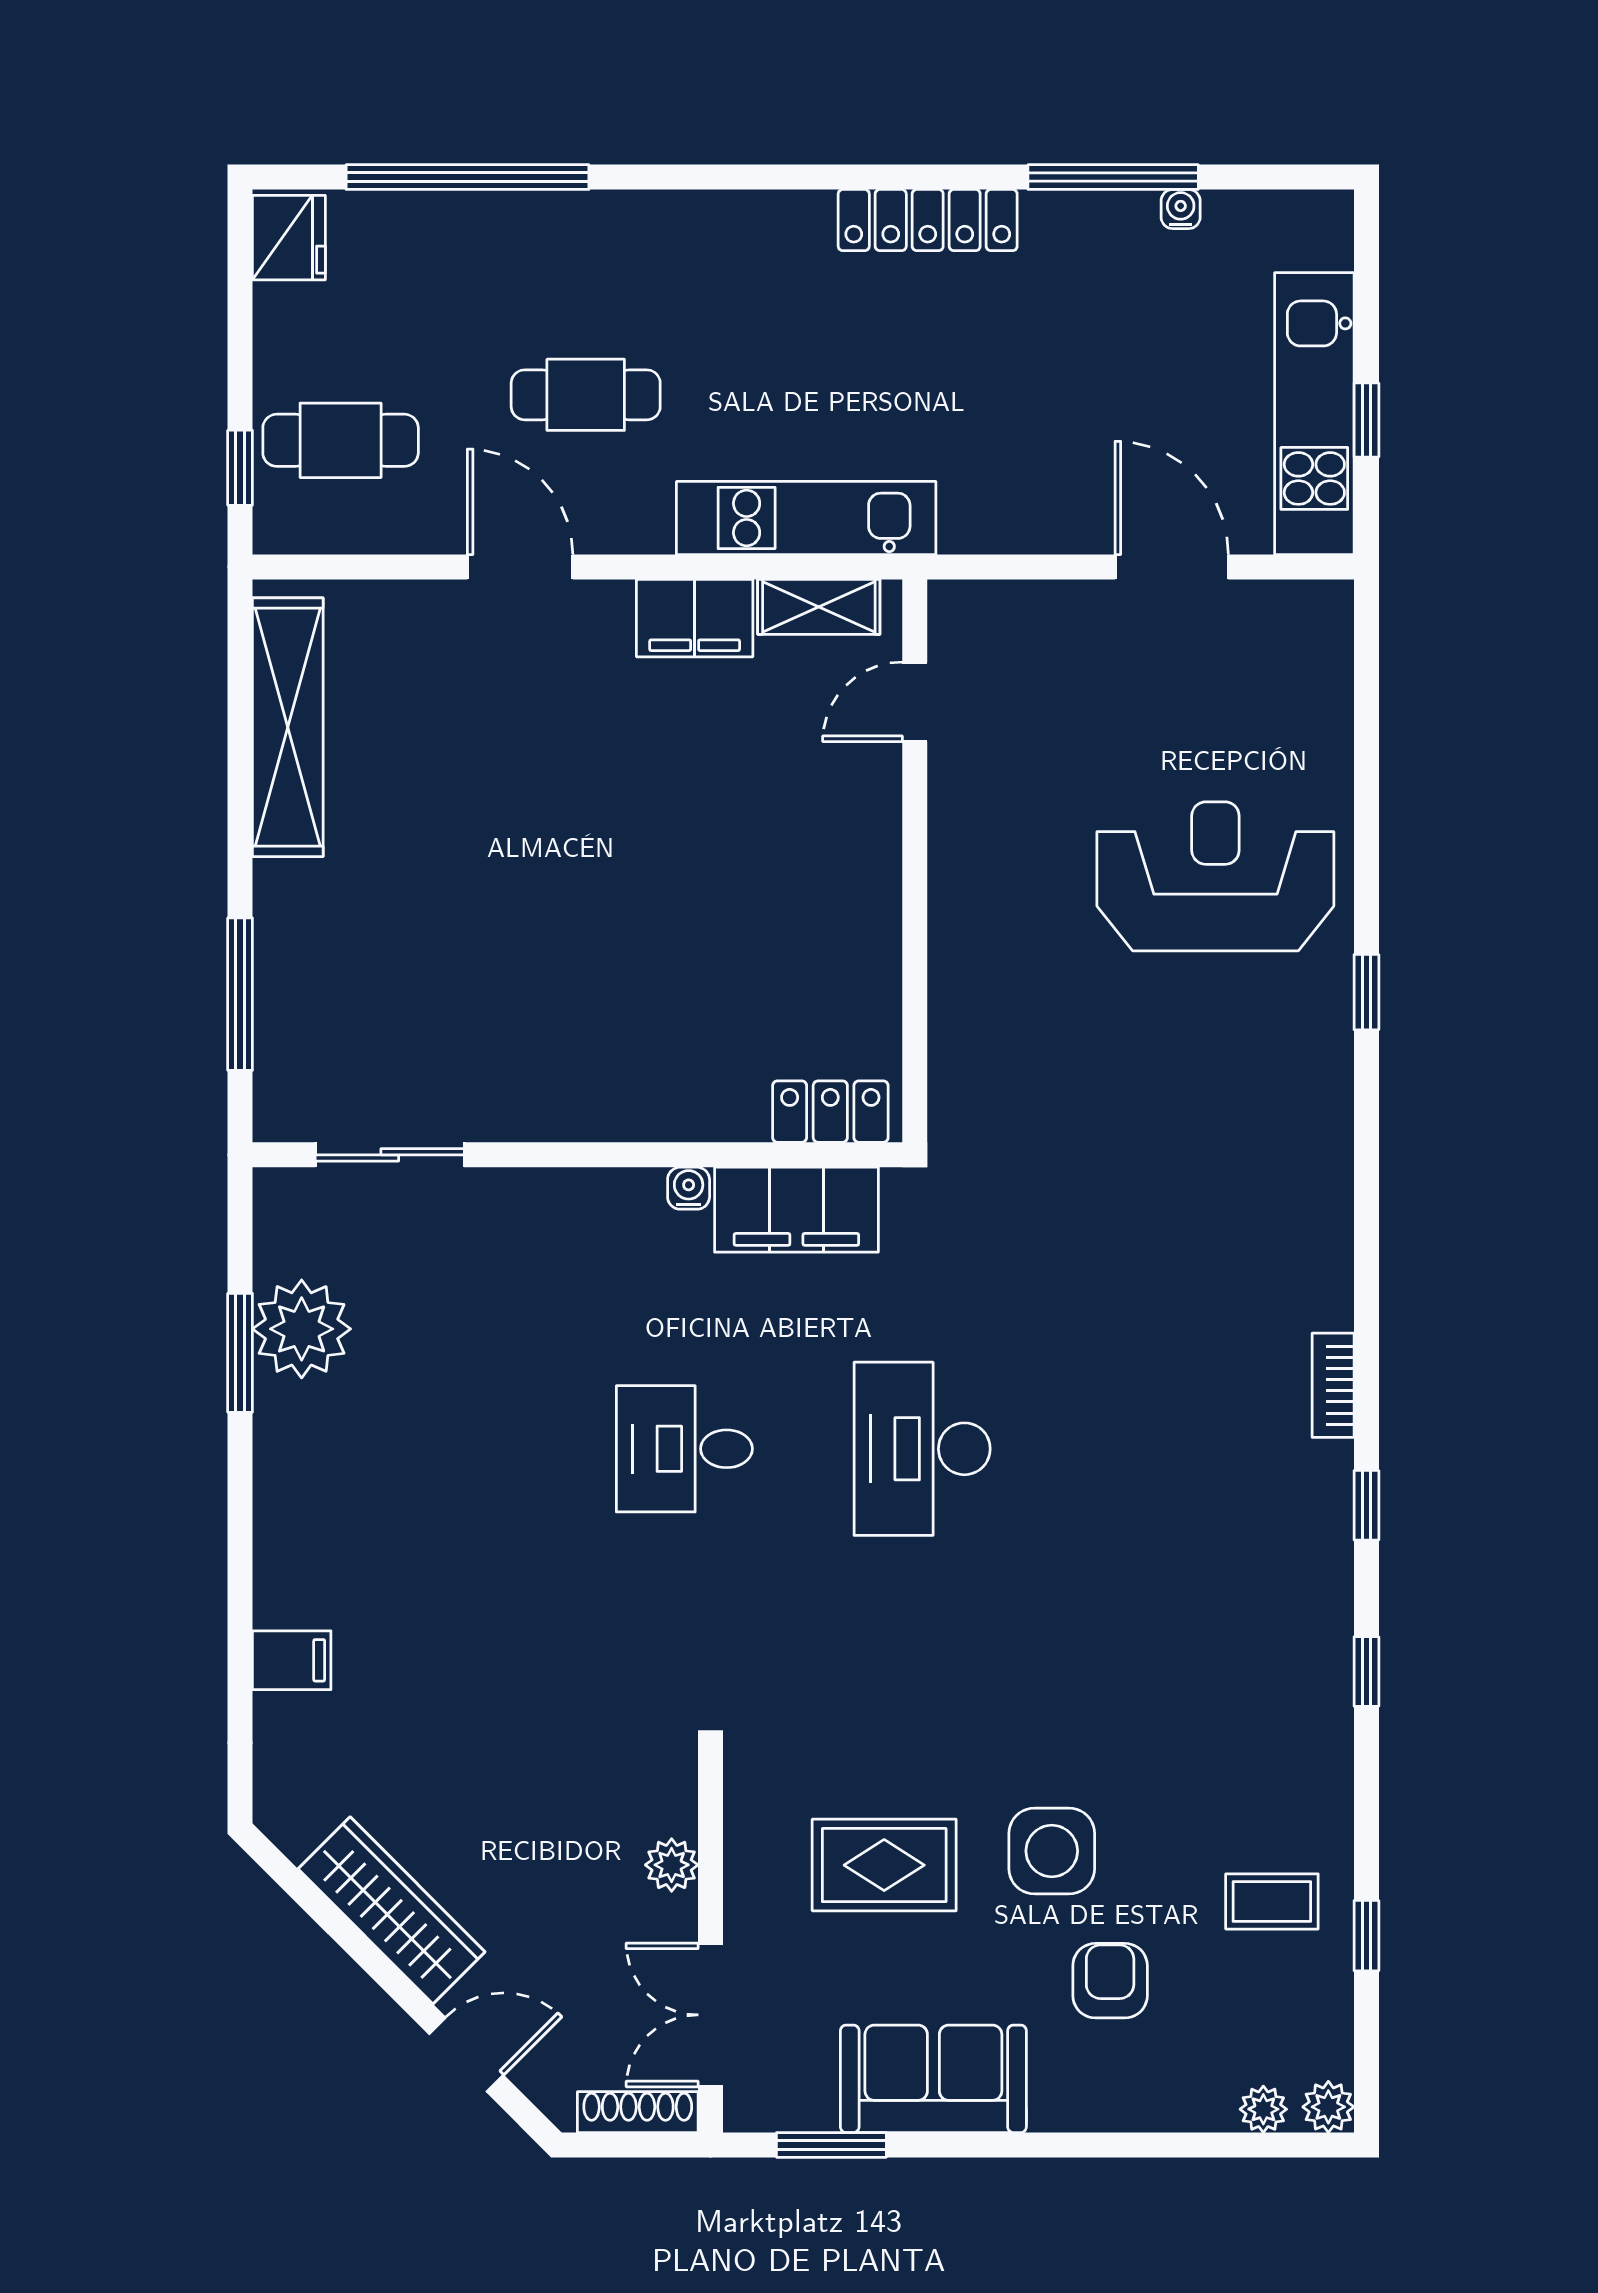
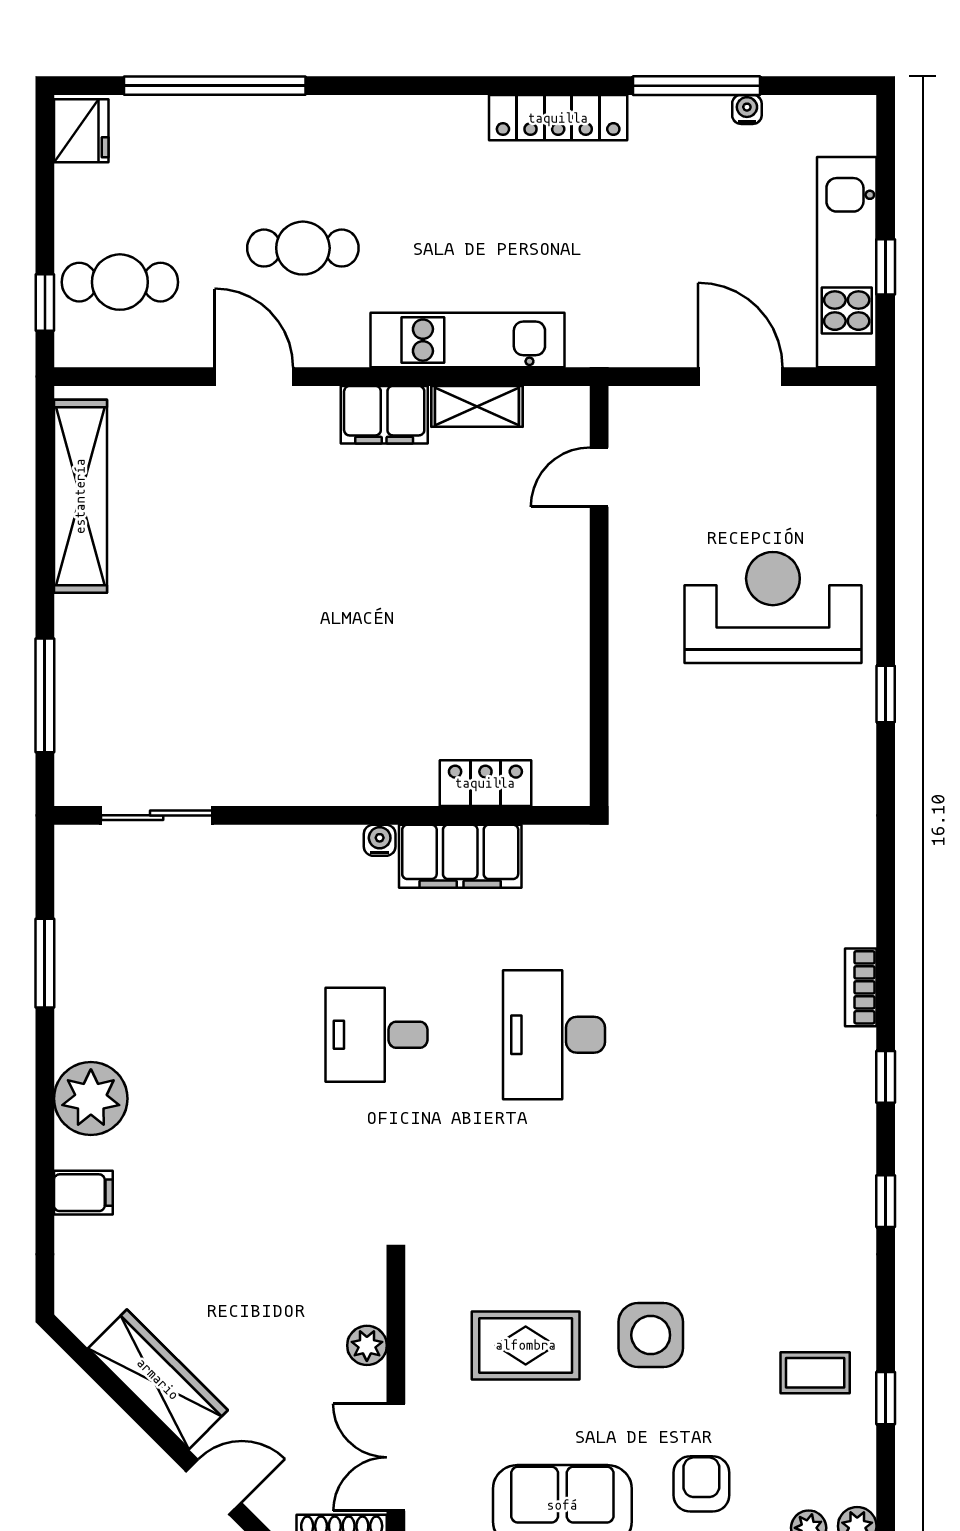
door: (915, 702) -> (599, 477), moved
wall: (915, 861) -> (599, 596), moved
plant: (302, 1329) -> (91, 1099), moved
armchair: (1110, 1981) -> (701, 1484), moved

